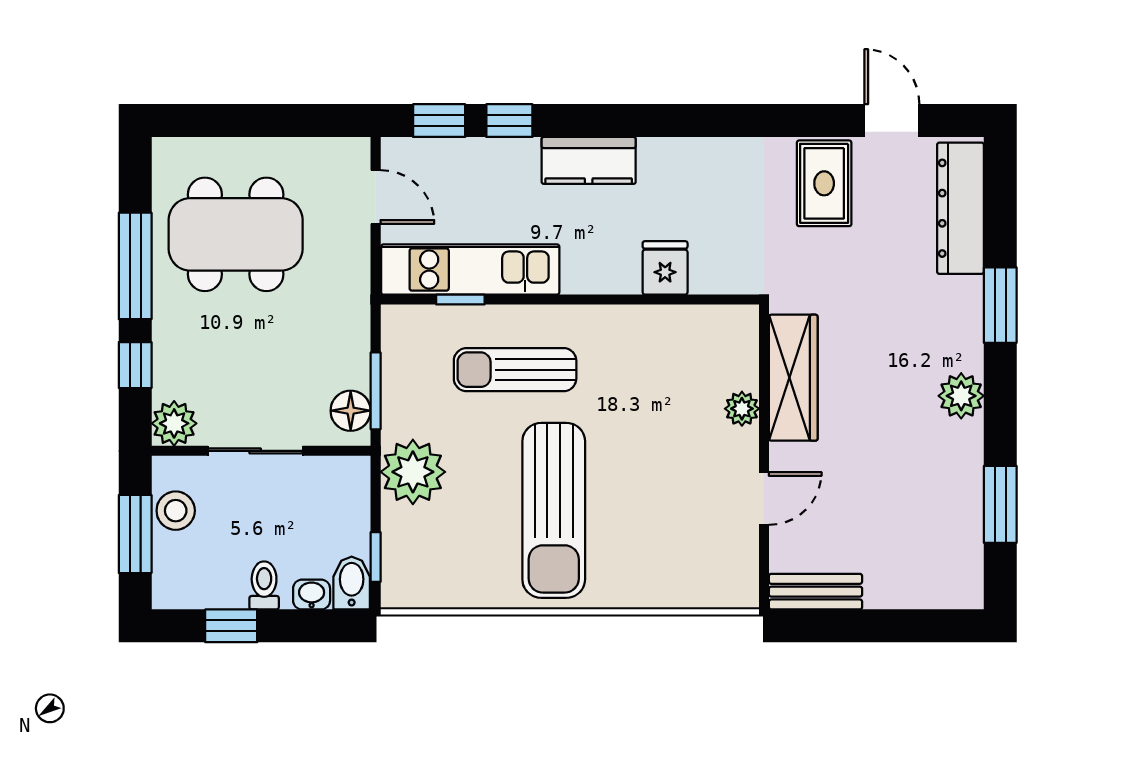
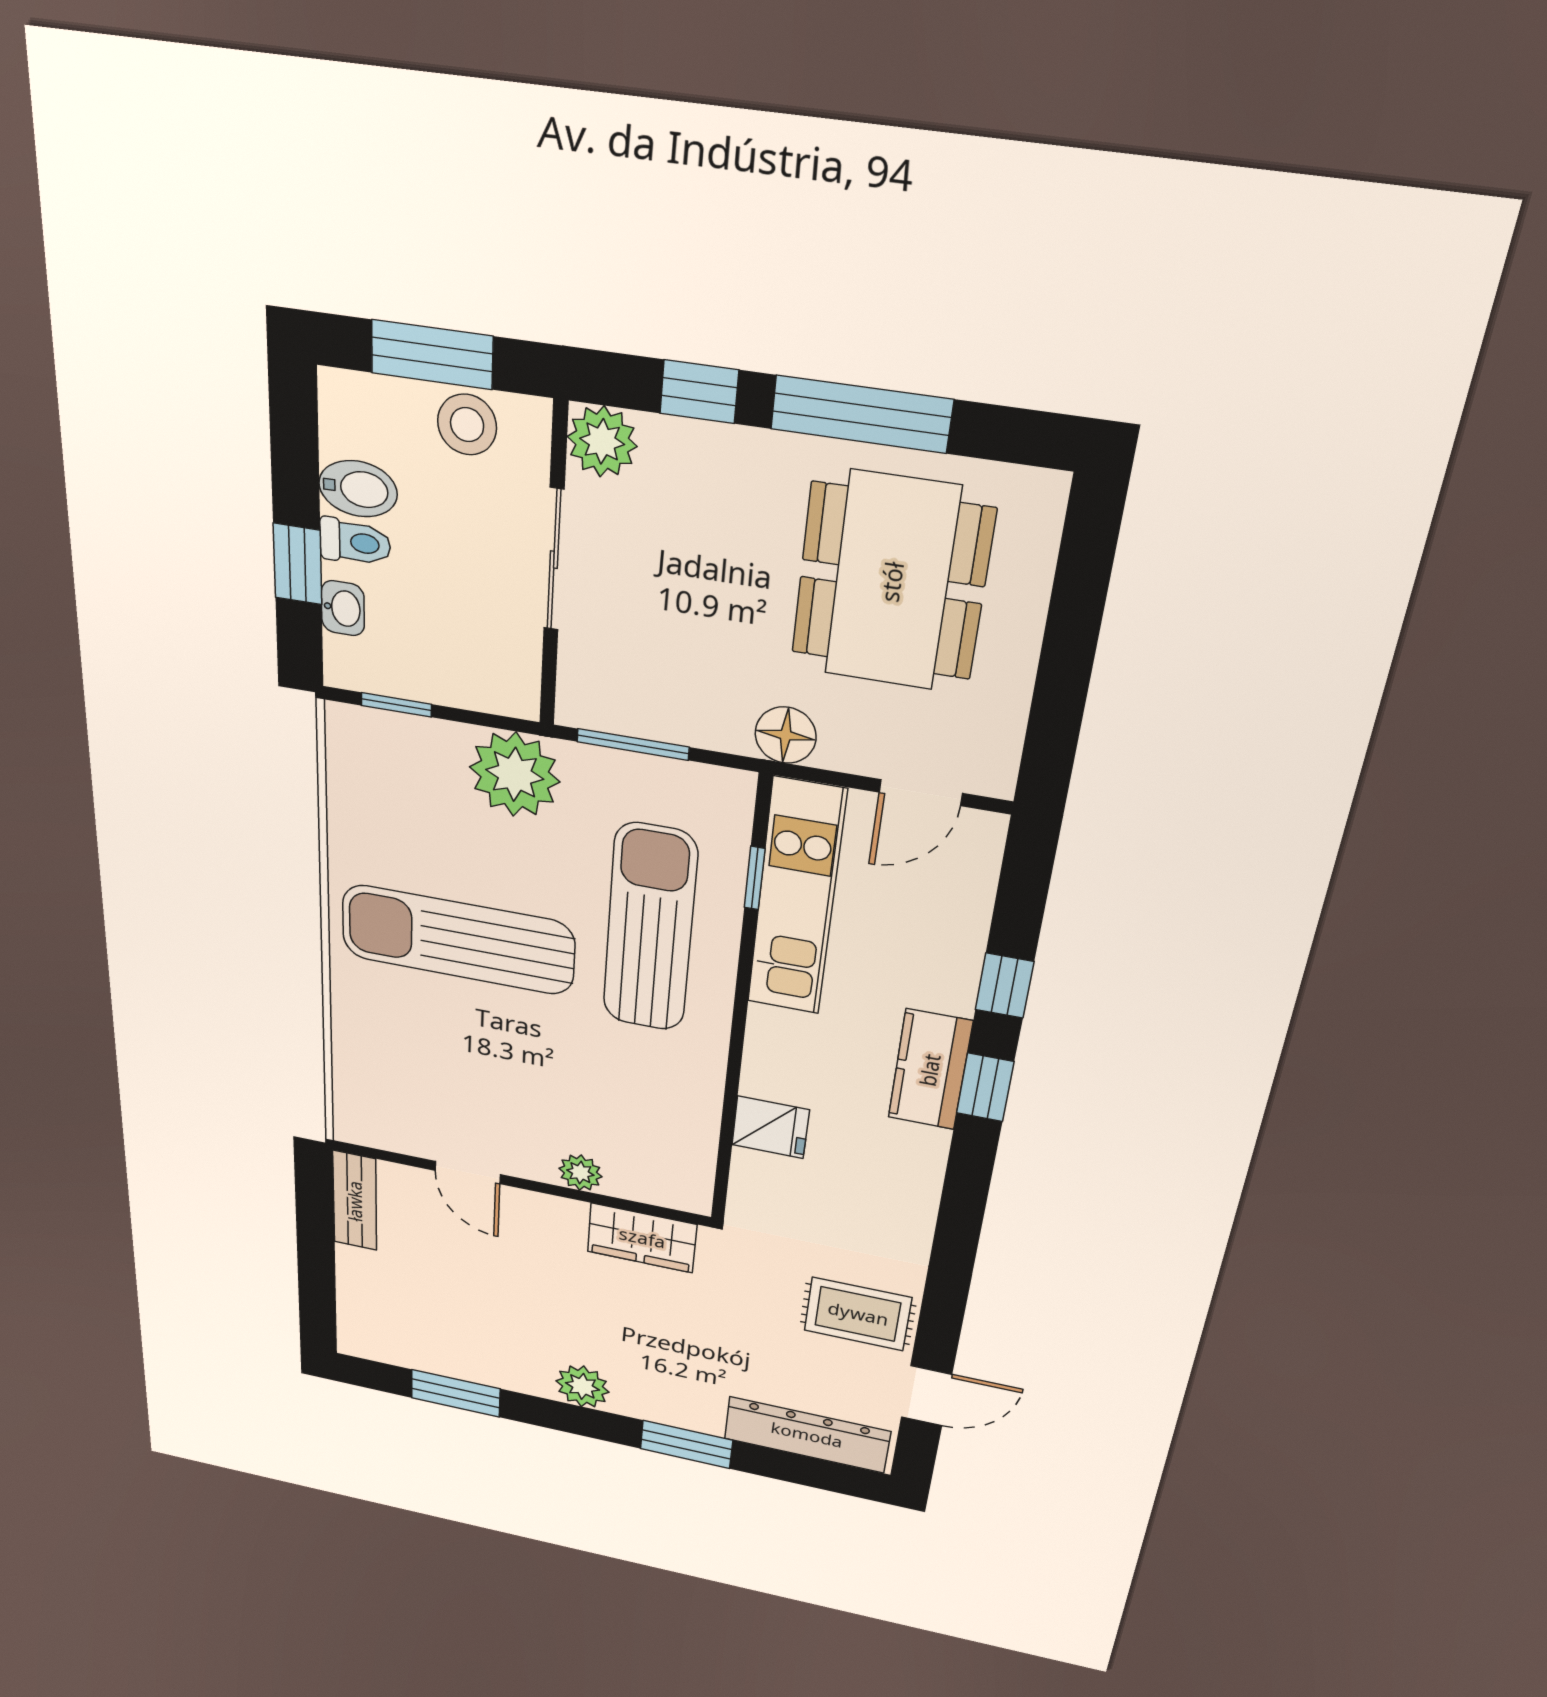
window: (439, 121) -> (985, 1087), moved
sun lounger: (515, 370) -> (650, 928), width x1.36, depth x1.34
wardrobe: (793, 378) -> (642, 1238), width x0.67
floor lamp: (351, 411) -> (786, 735), moved
bidet: (352, 583) -> (358, 489), moved
window: (231, 626) -> (298, 564), moved

